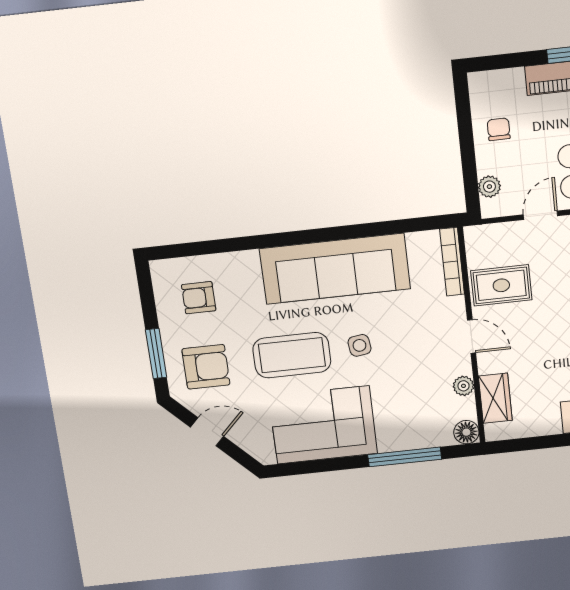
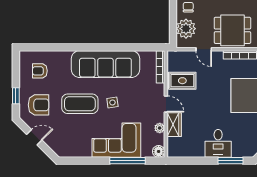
plant: (489, 187) -> (186, 29), width x1.88, depth x1.88
door: (540, 215) -> (204, 49), swing flipped
window: (156, 354) -> (16, 96), width x0.67
wardrobe: (495, 398) -> (174, 125), moved
corner sofa: (323, 425) -> (116, 140), moved

